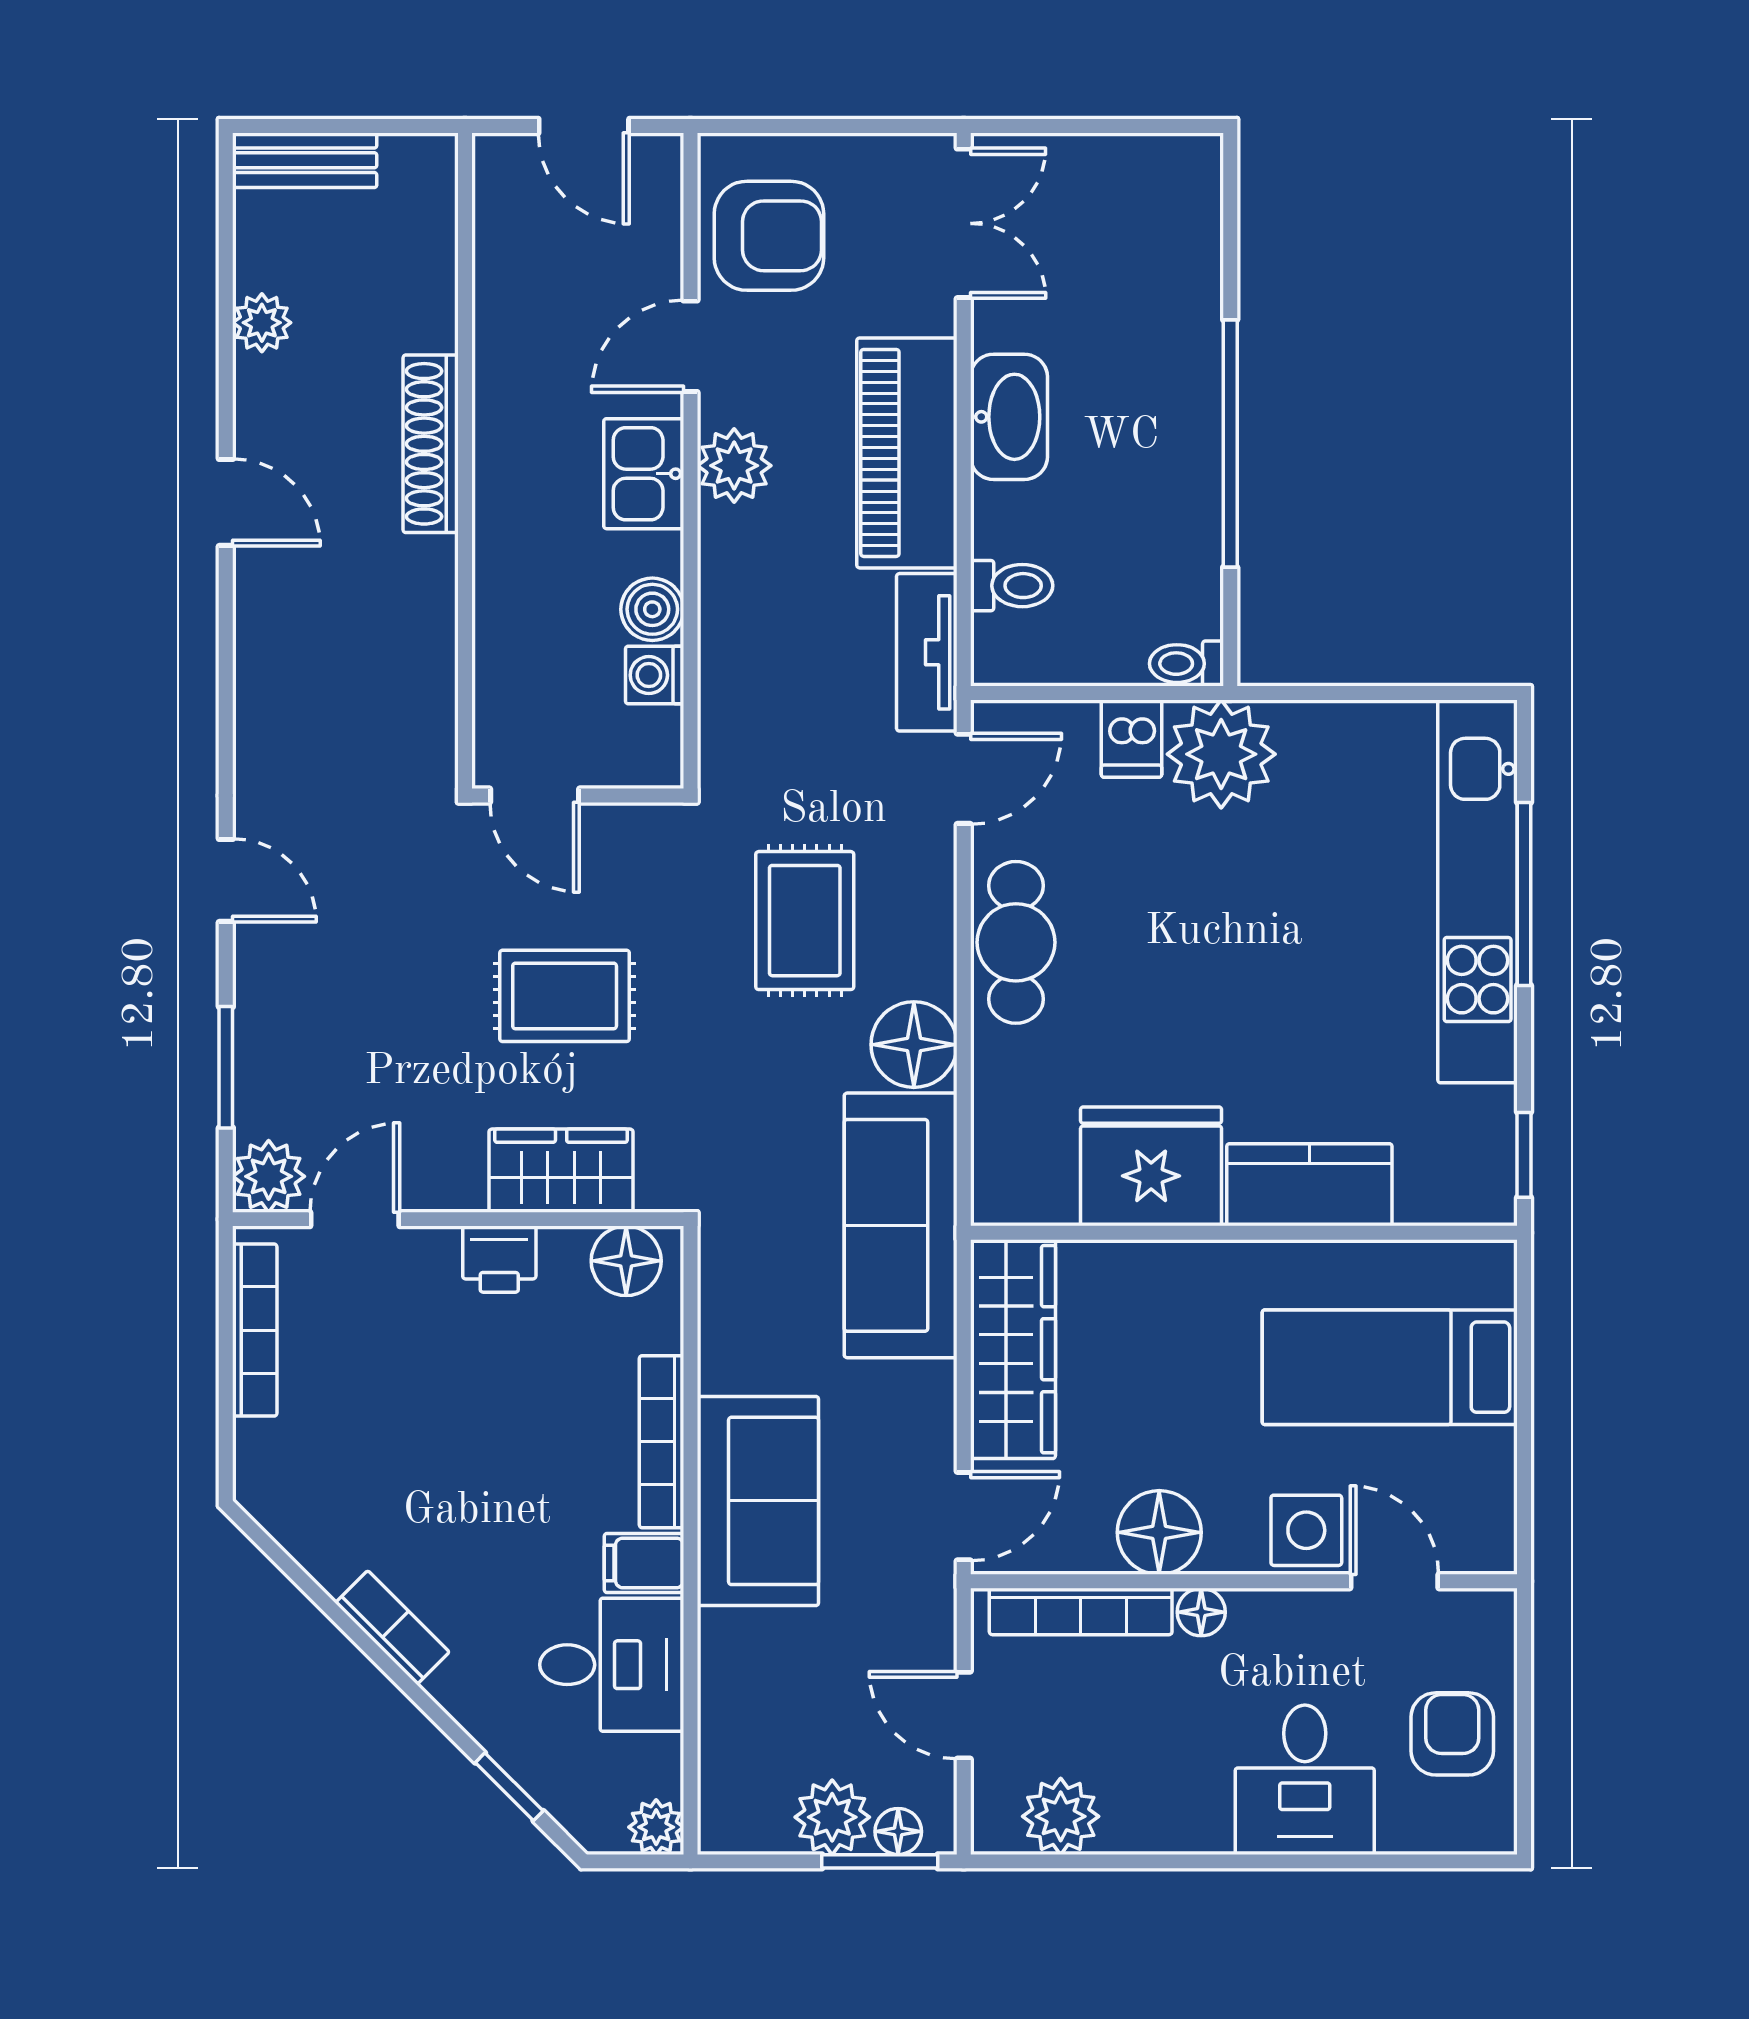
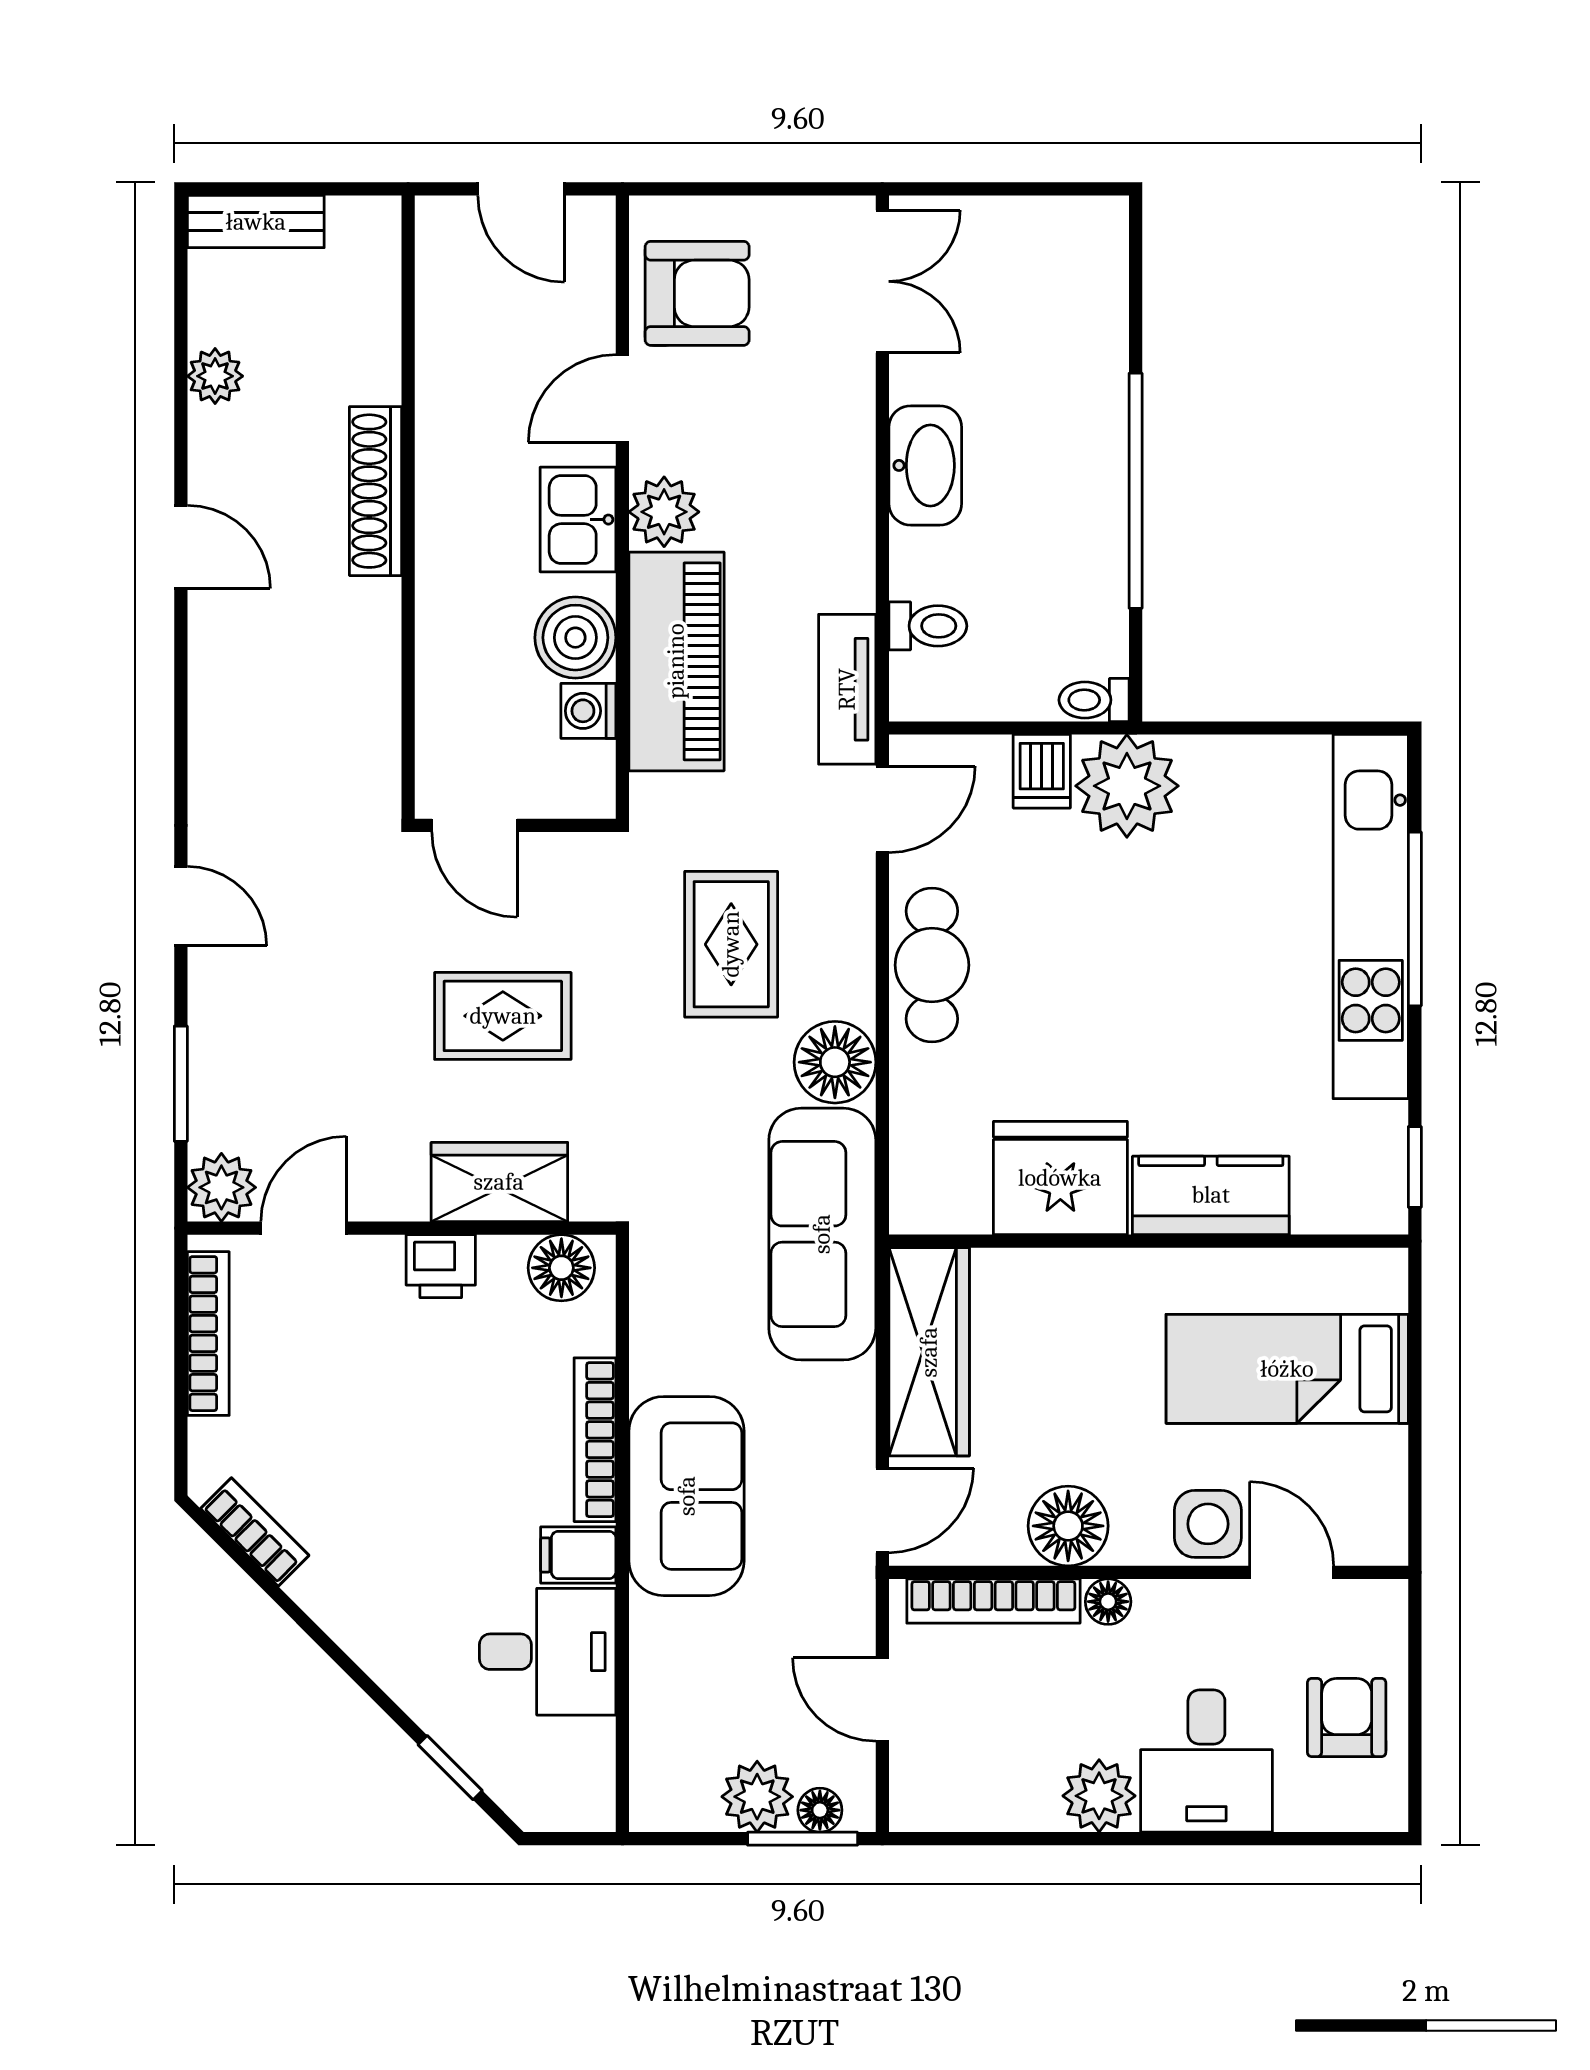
piano: (907, 453) -> (676, 661), moved, turned 180
boiler: (652, 609) -> (575, 638), width x1.36, depth x1.36
bookcase: (392, 1627) -> (255, 1532), moved
plant: (1061, 1816) -> (1099, 1796), moved
plant: (656, 1827) -> (590, 1806), removed

